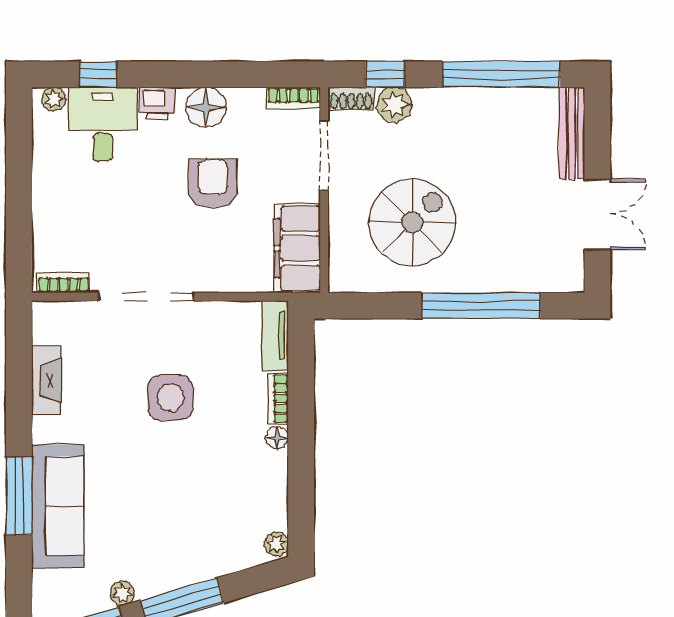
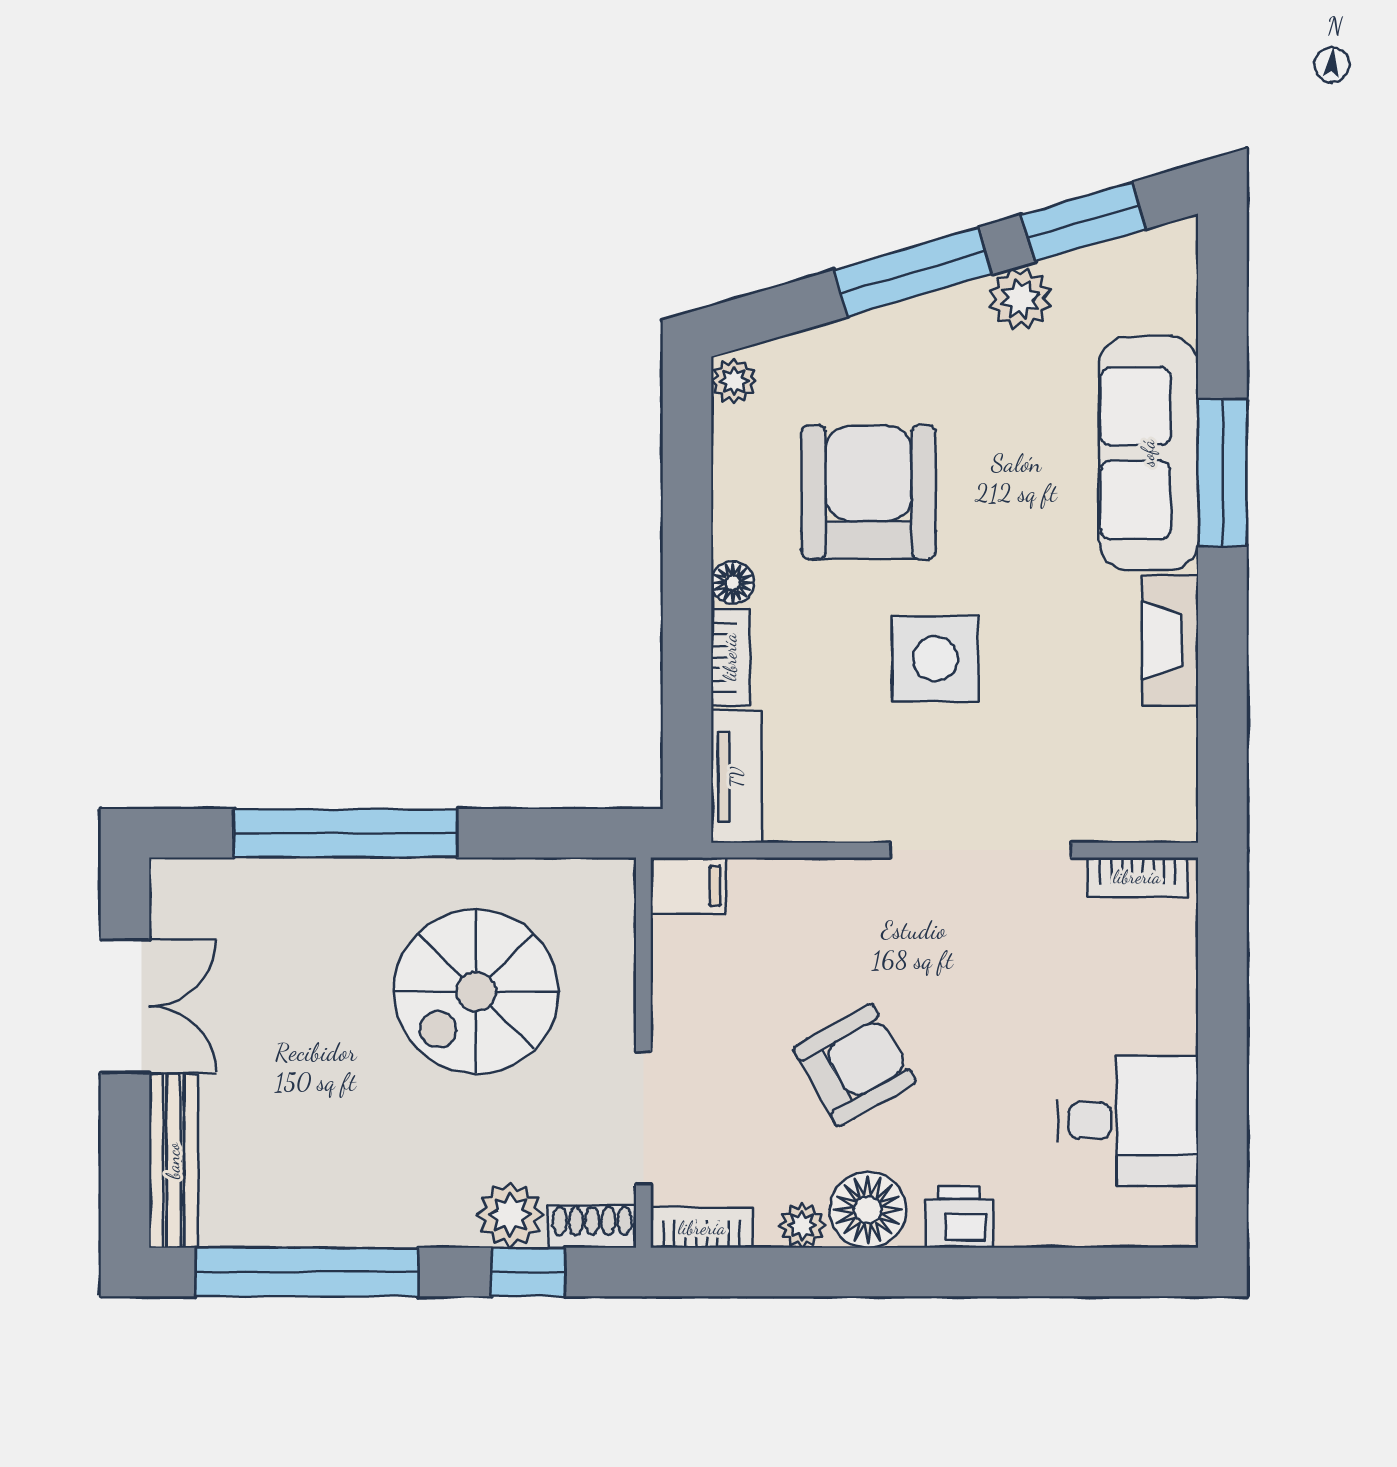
window: (98, 74) -> (1072, 1272), removed
plant: (54, 99) -> (802, 1225), moved
desk: (103, 124) -> (1128, 1121), moved, turned -90
armchair: (213, 183) -> (855, 1065), turned -120
double door: (597, 215) -> (125, 1006), swing flipped
filing cabinet: (297, 248) -> (688, 886), width x0.33, depth x0.86
fireplace: (46, 380) -> (1170, 641), moved
armchair: (205, 486) -> (869, 492), added
plant: (122, 593) -> (1020, 299), width x1.38, depth x1.38

